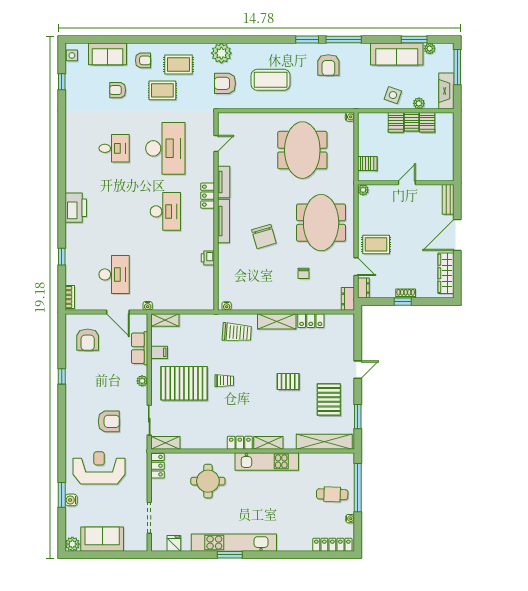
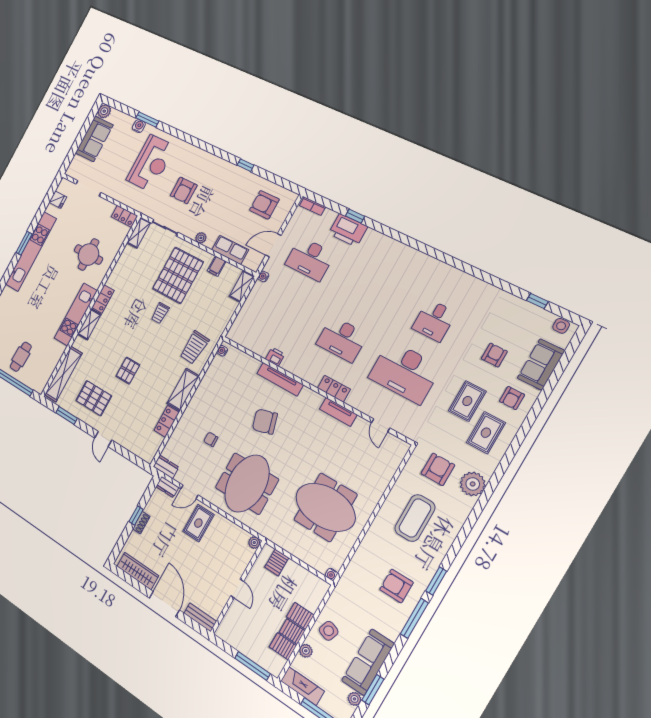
window: (457, 137) -> (252, 666), added
printer: (76, 208) -> (348, 230), moved
tv unit: (223, 221) -> (280, 379), moved
meeting table: (321, 223) -> (247, 484), turned 90

